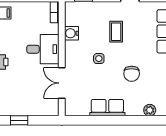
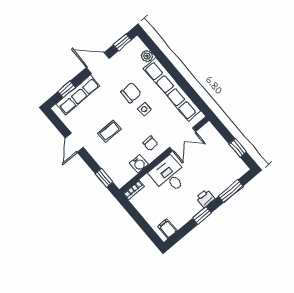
chair: (80, 56) -> (150, 143), added
side table: (99, 59) -> (144, 109), moved
row of seats: (107, 108) -> (172, 89), width x2.02

